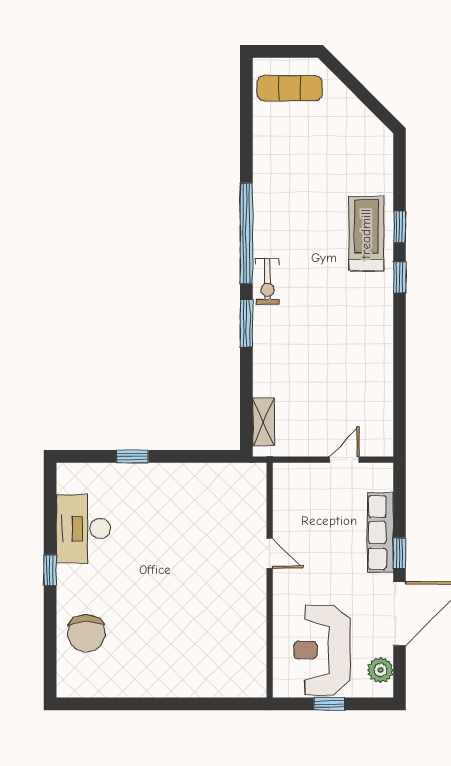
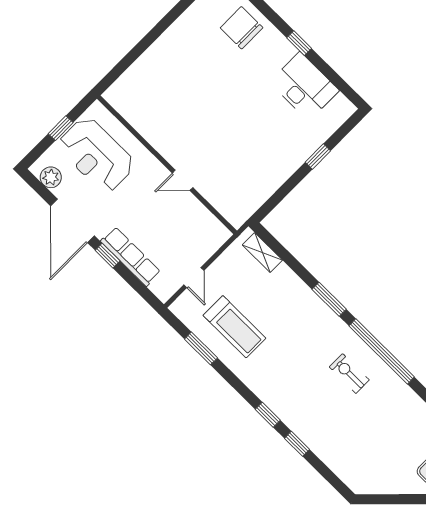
treadmill: (366, 234) -> (234, 327), moved
exercise bike: (268, 282) -> (349, 373), moved
window: (400, 392) -> (201, 348), added
reception desk: (322, 650) -> (96, 155), turned 180

